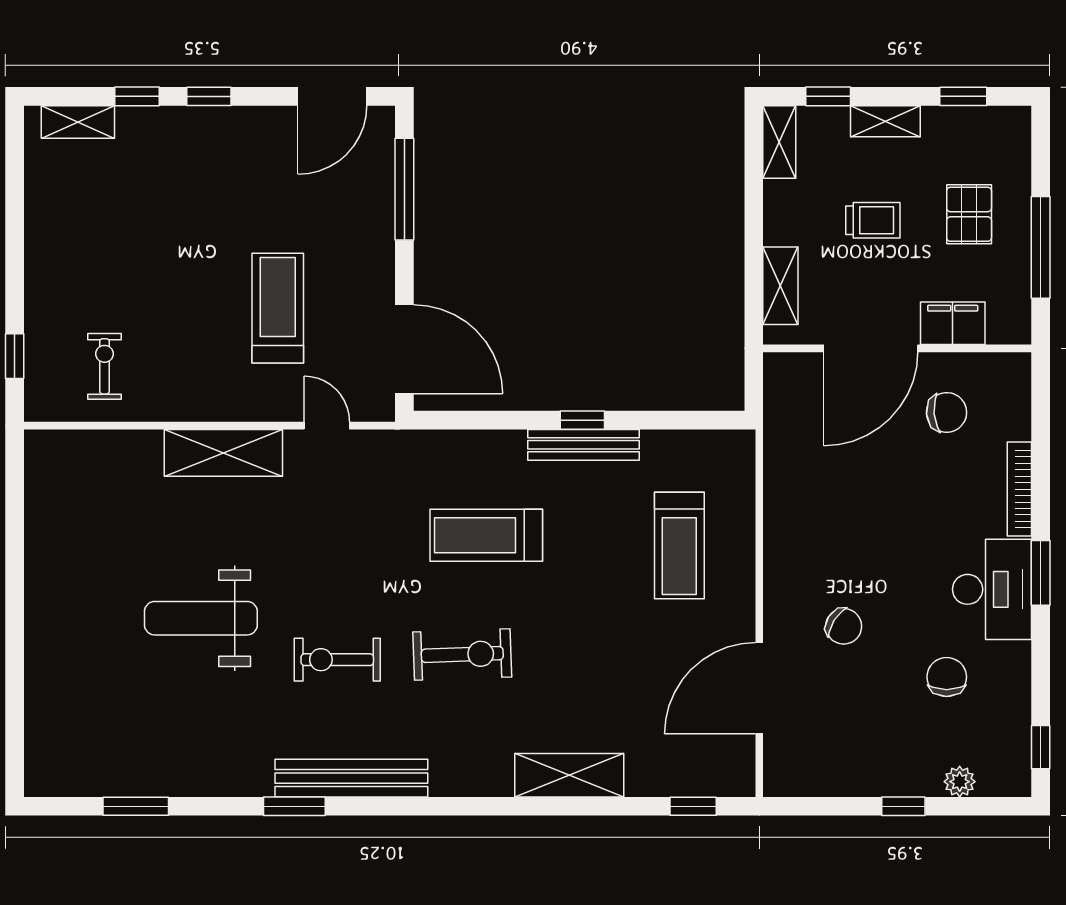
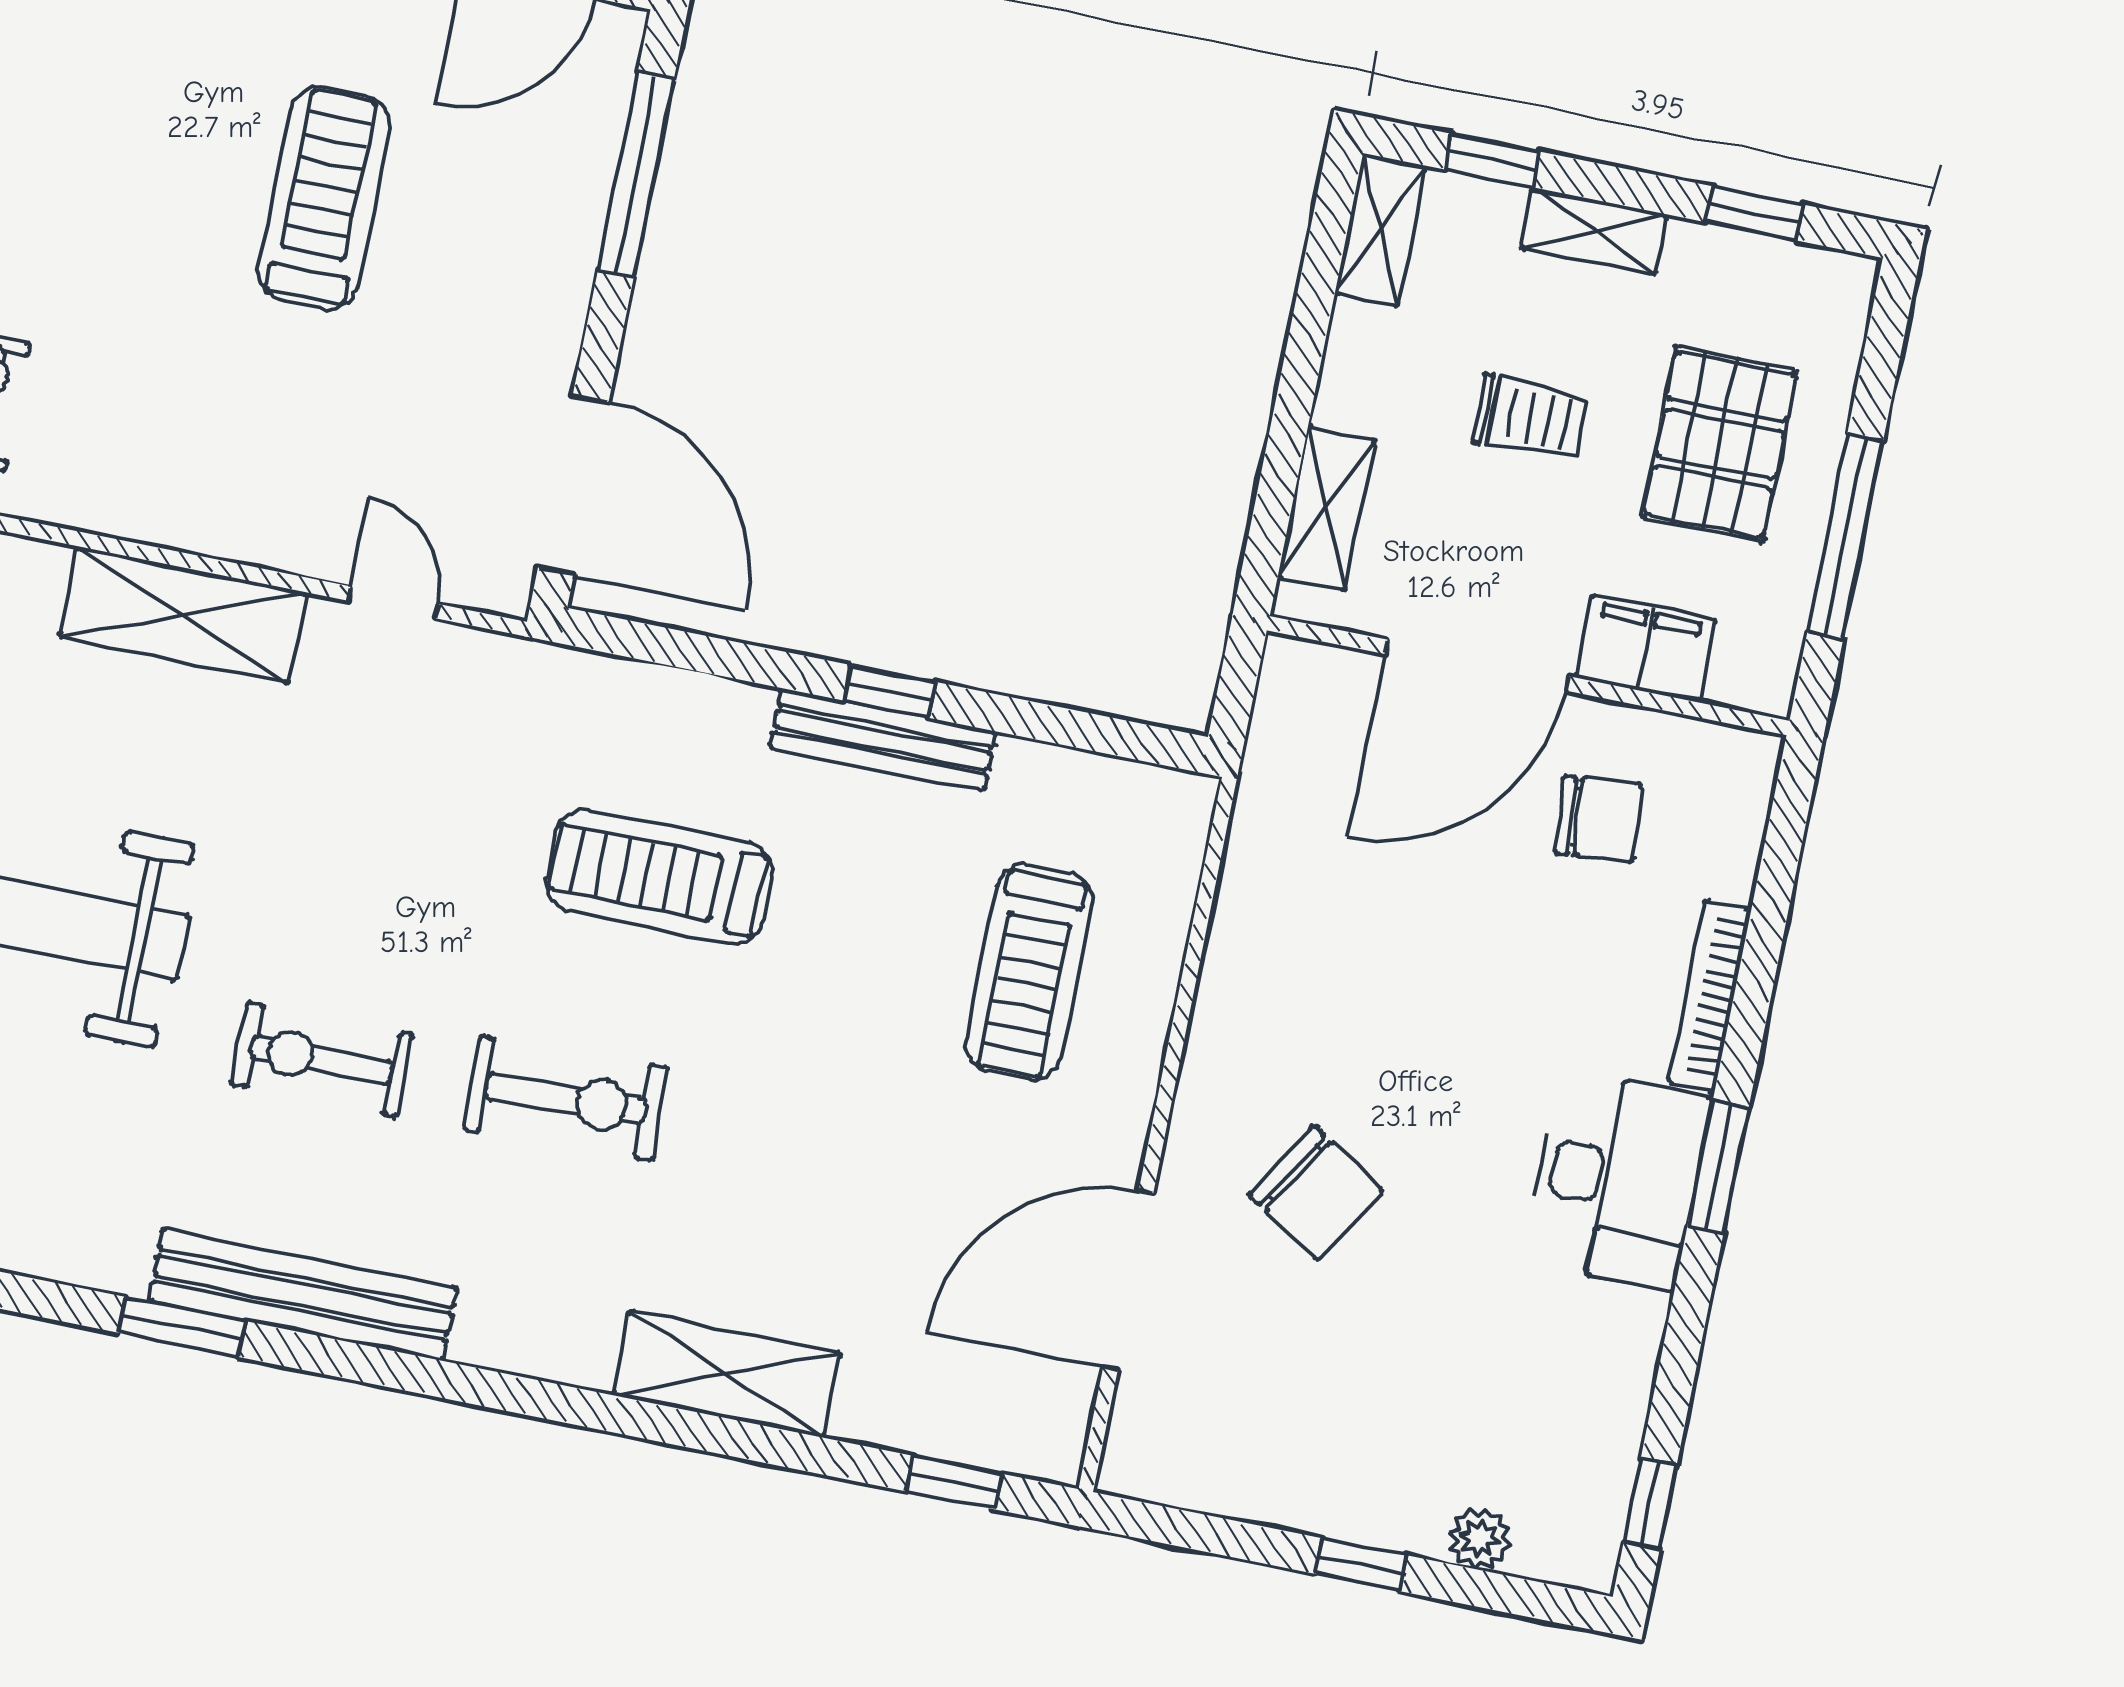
pallet: (969, 214) -> (1720, 444), width x1.50, depth x1.42
treadmill: (278, 308) -> (324, 198), moved
chair: (844, 626) -> (1316, 1193), width x1.37, depth x1.37
chair: (947, 677) -> (1495, 1331), removed

